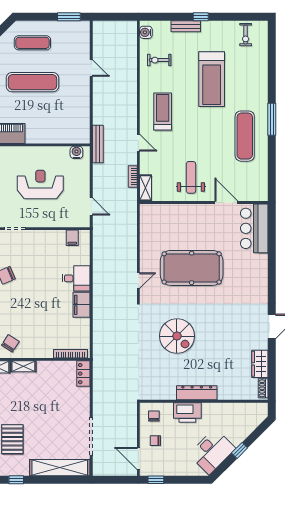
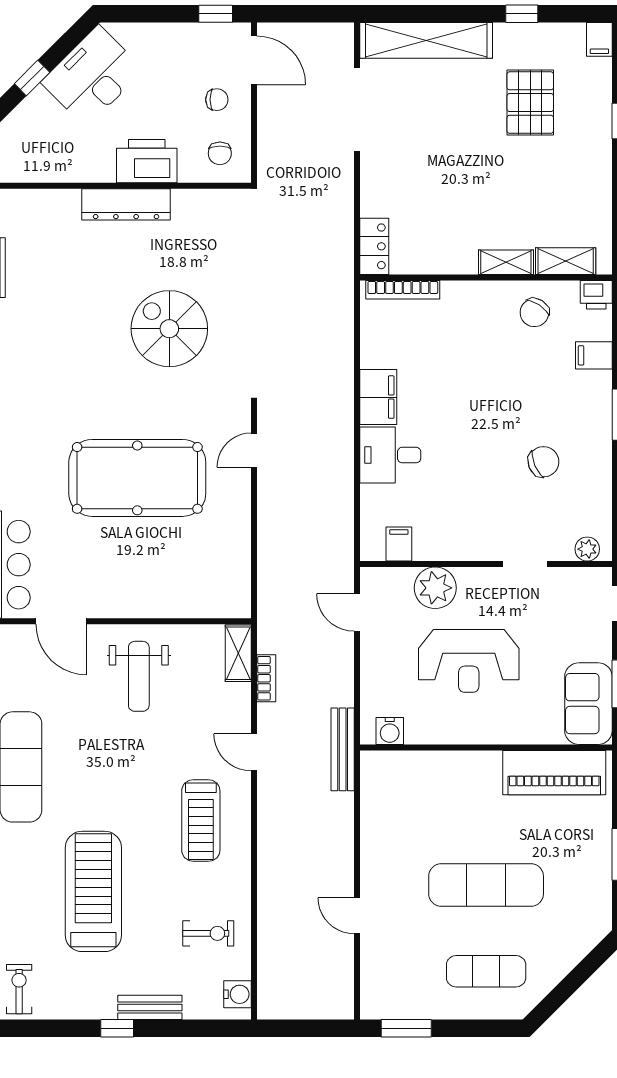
plant: (56, 218) -> (435, 588), added

